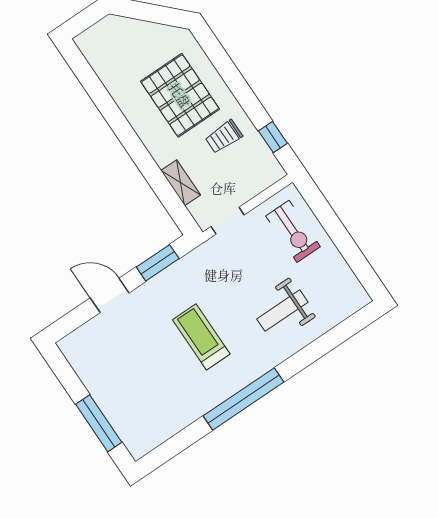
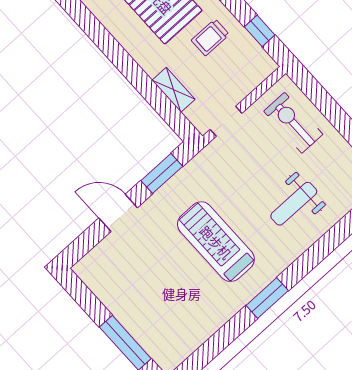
exercise bike: (293, 231) -> (293, 123), turned 180
treadmill: (201, 337) -> (216, 242), width x1.37, depth x1.38
window: (244, 399) -> (267, 298), width x0.47

